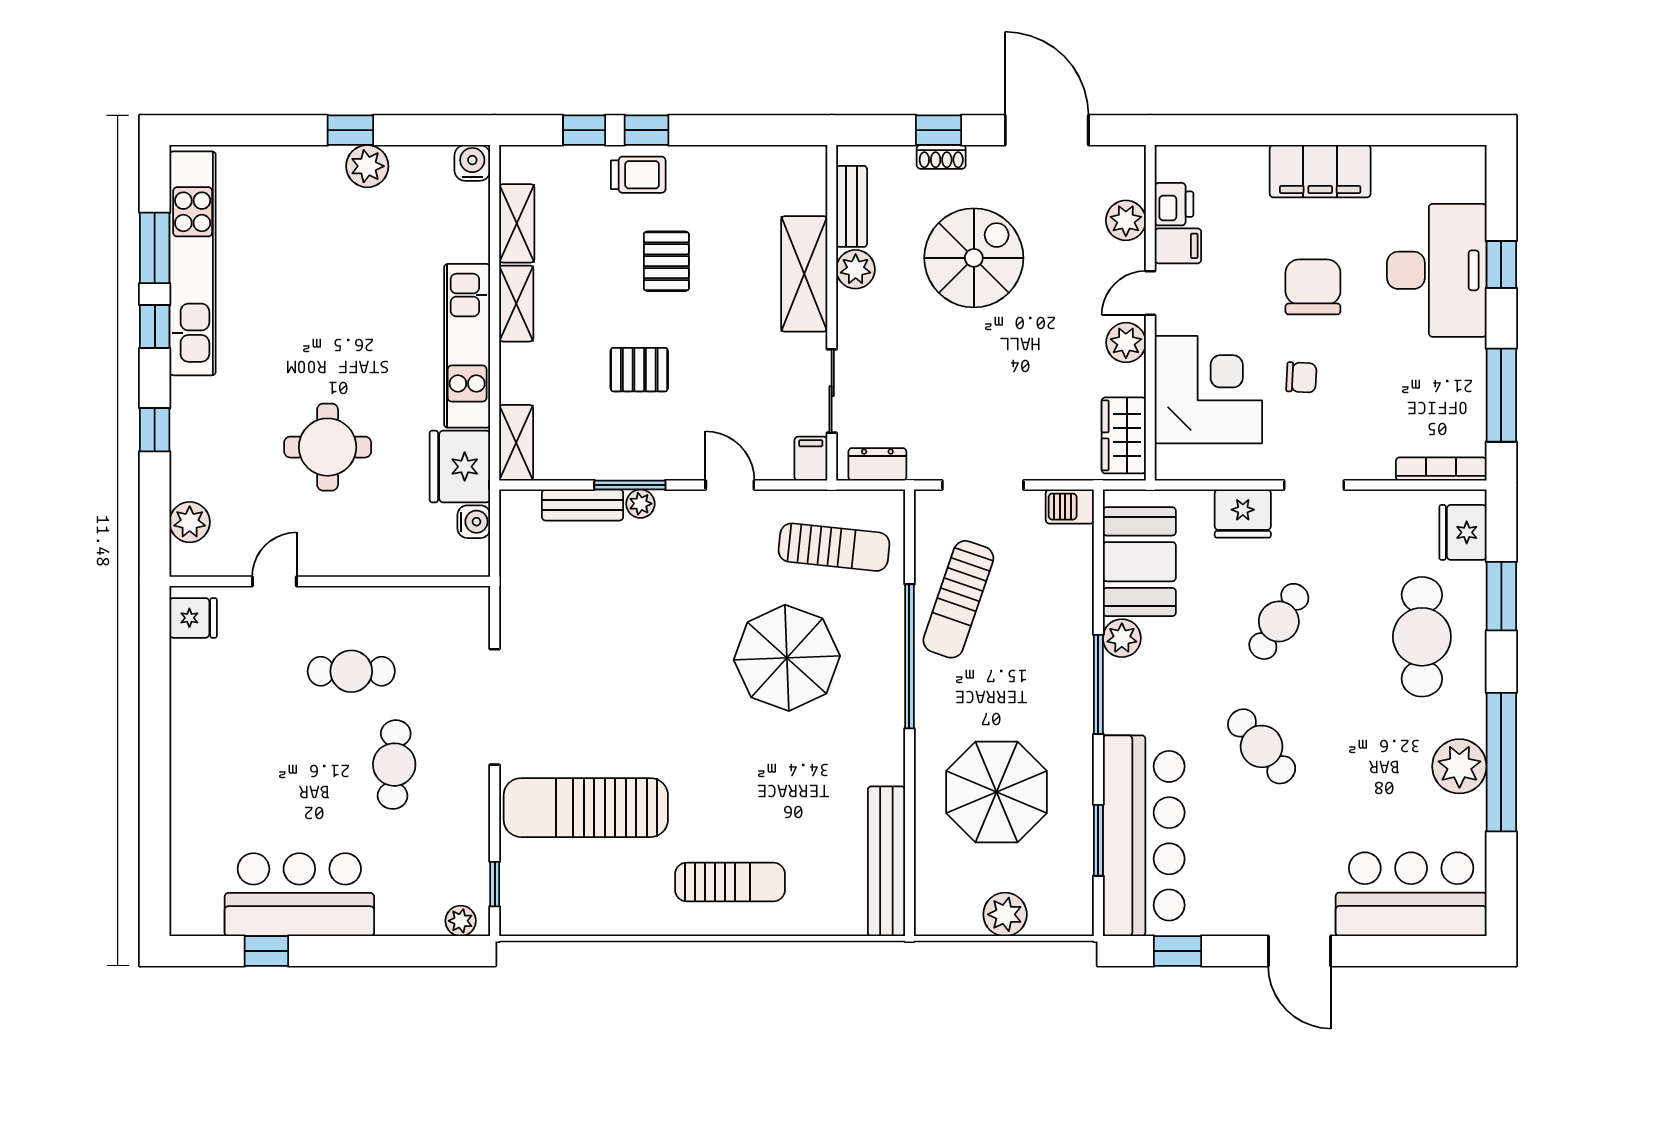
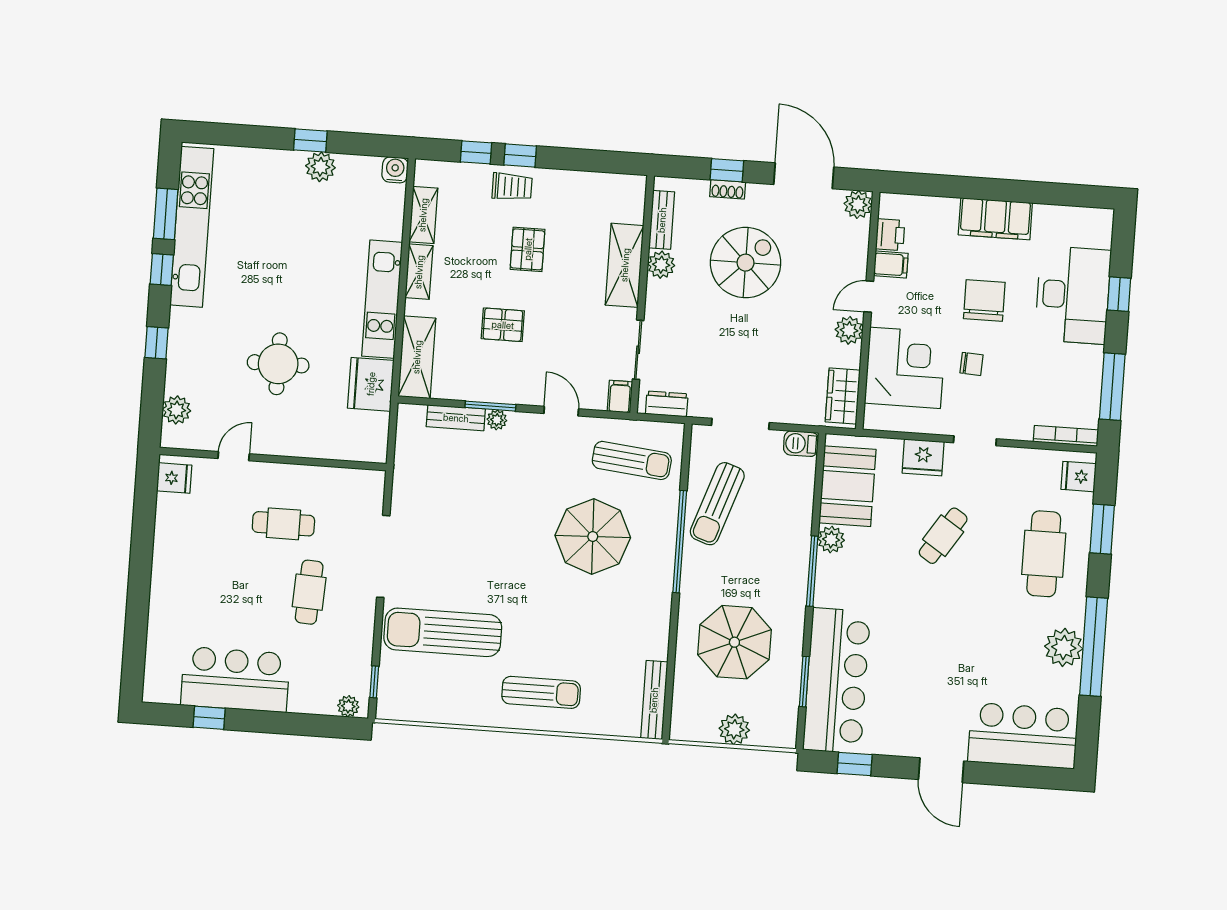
plant: (1126, 220) -> (858, 204), moved
shelving: (516, 443) -> (417, 357), width x1.50, depth x1.33
water cooler: (474, 522) -> (378, 424), removed
fridge: (1463, 532) -> (1079, 477), width x0.72
cafe table: (1262, 746) -> (925, 623), removed
bench: (886, 861) -> (654, 700), width x0.73, depth x0.82

